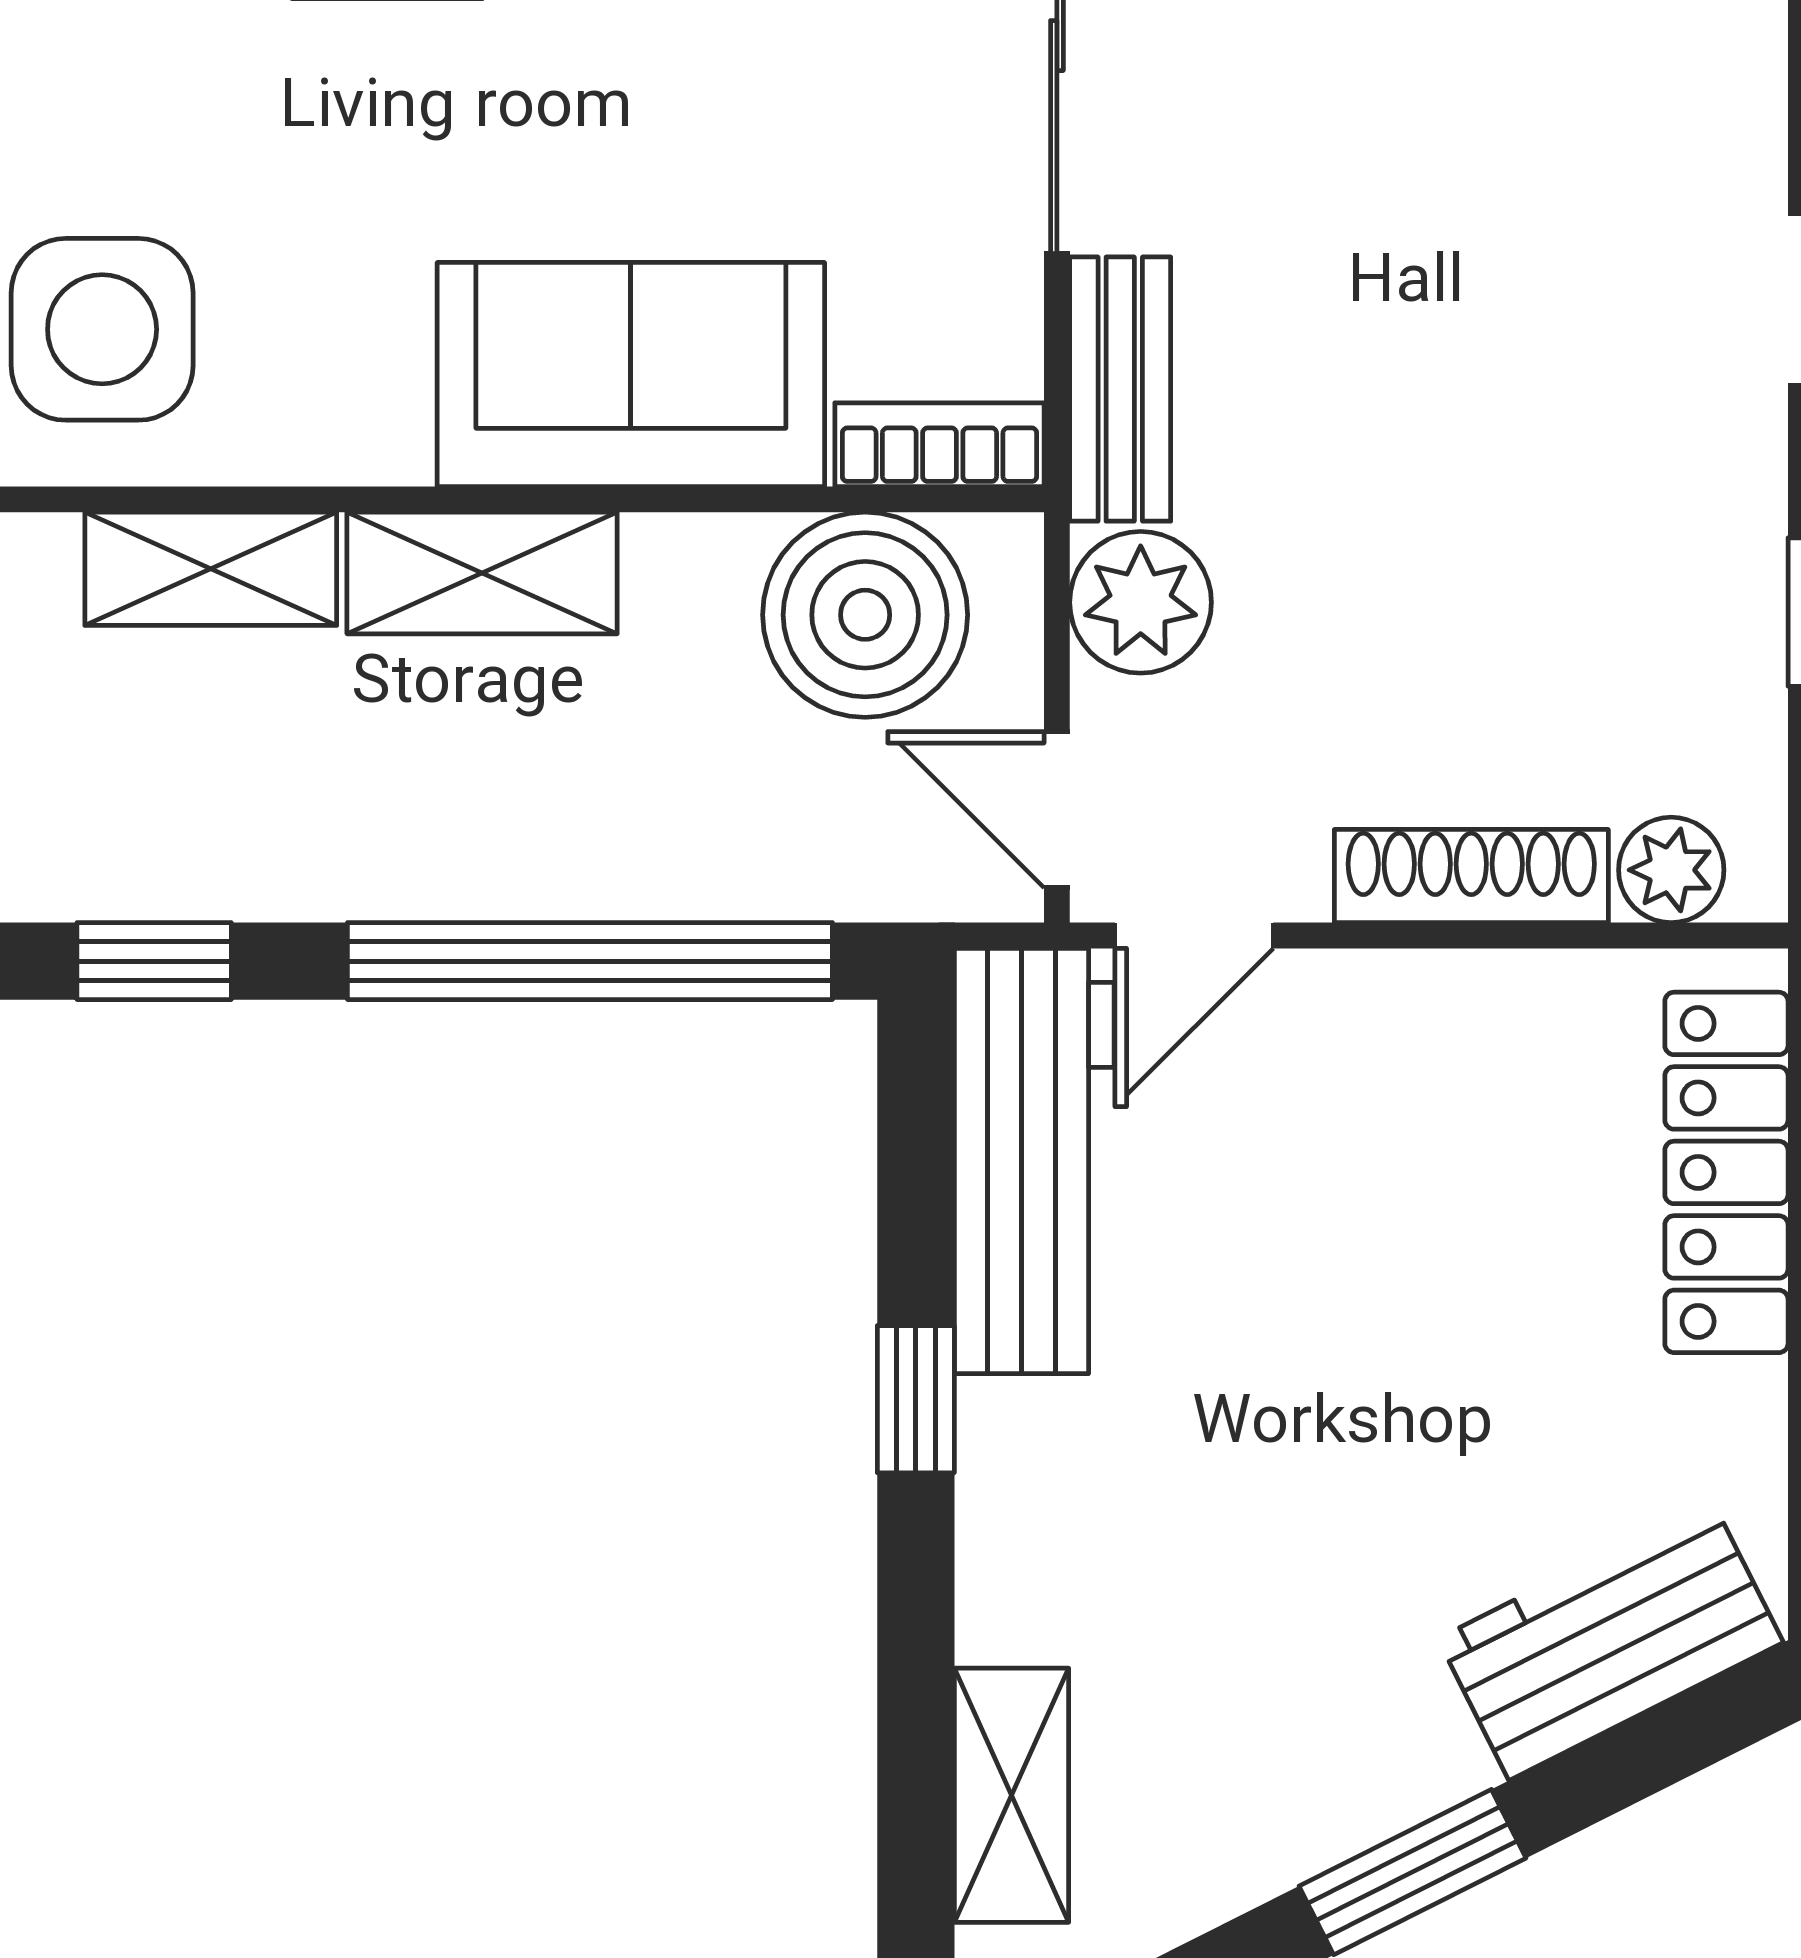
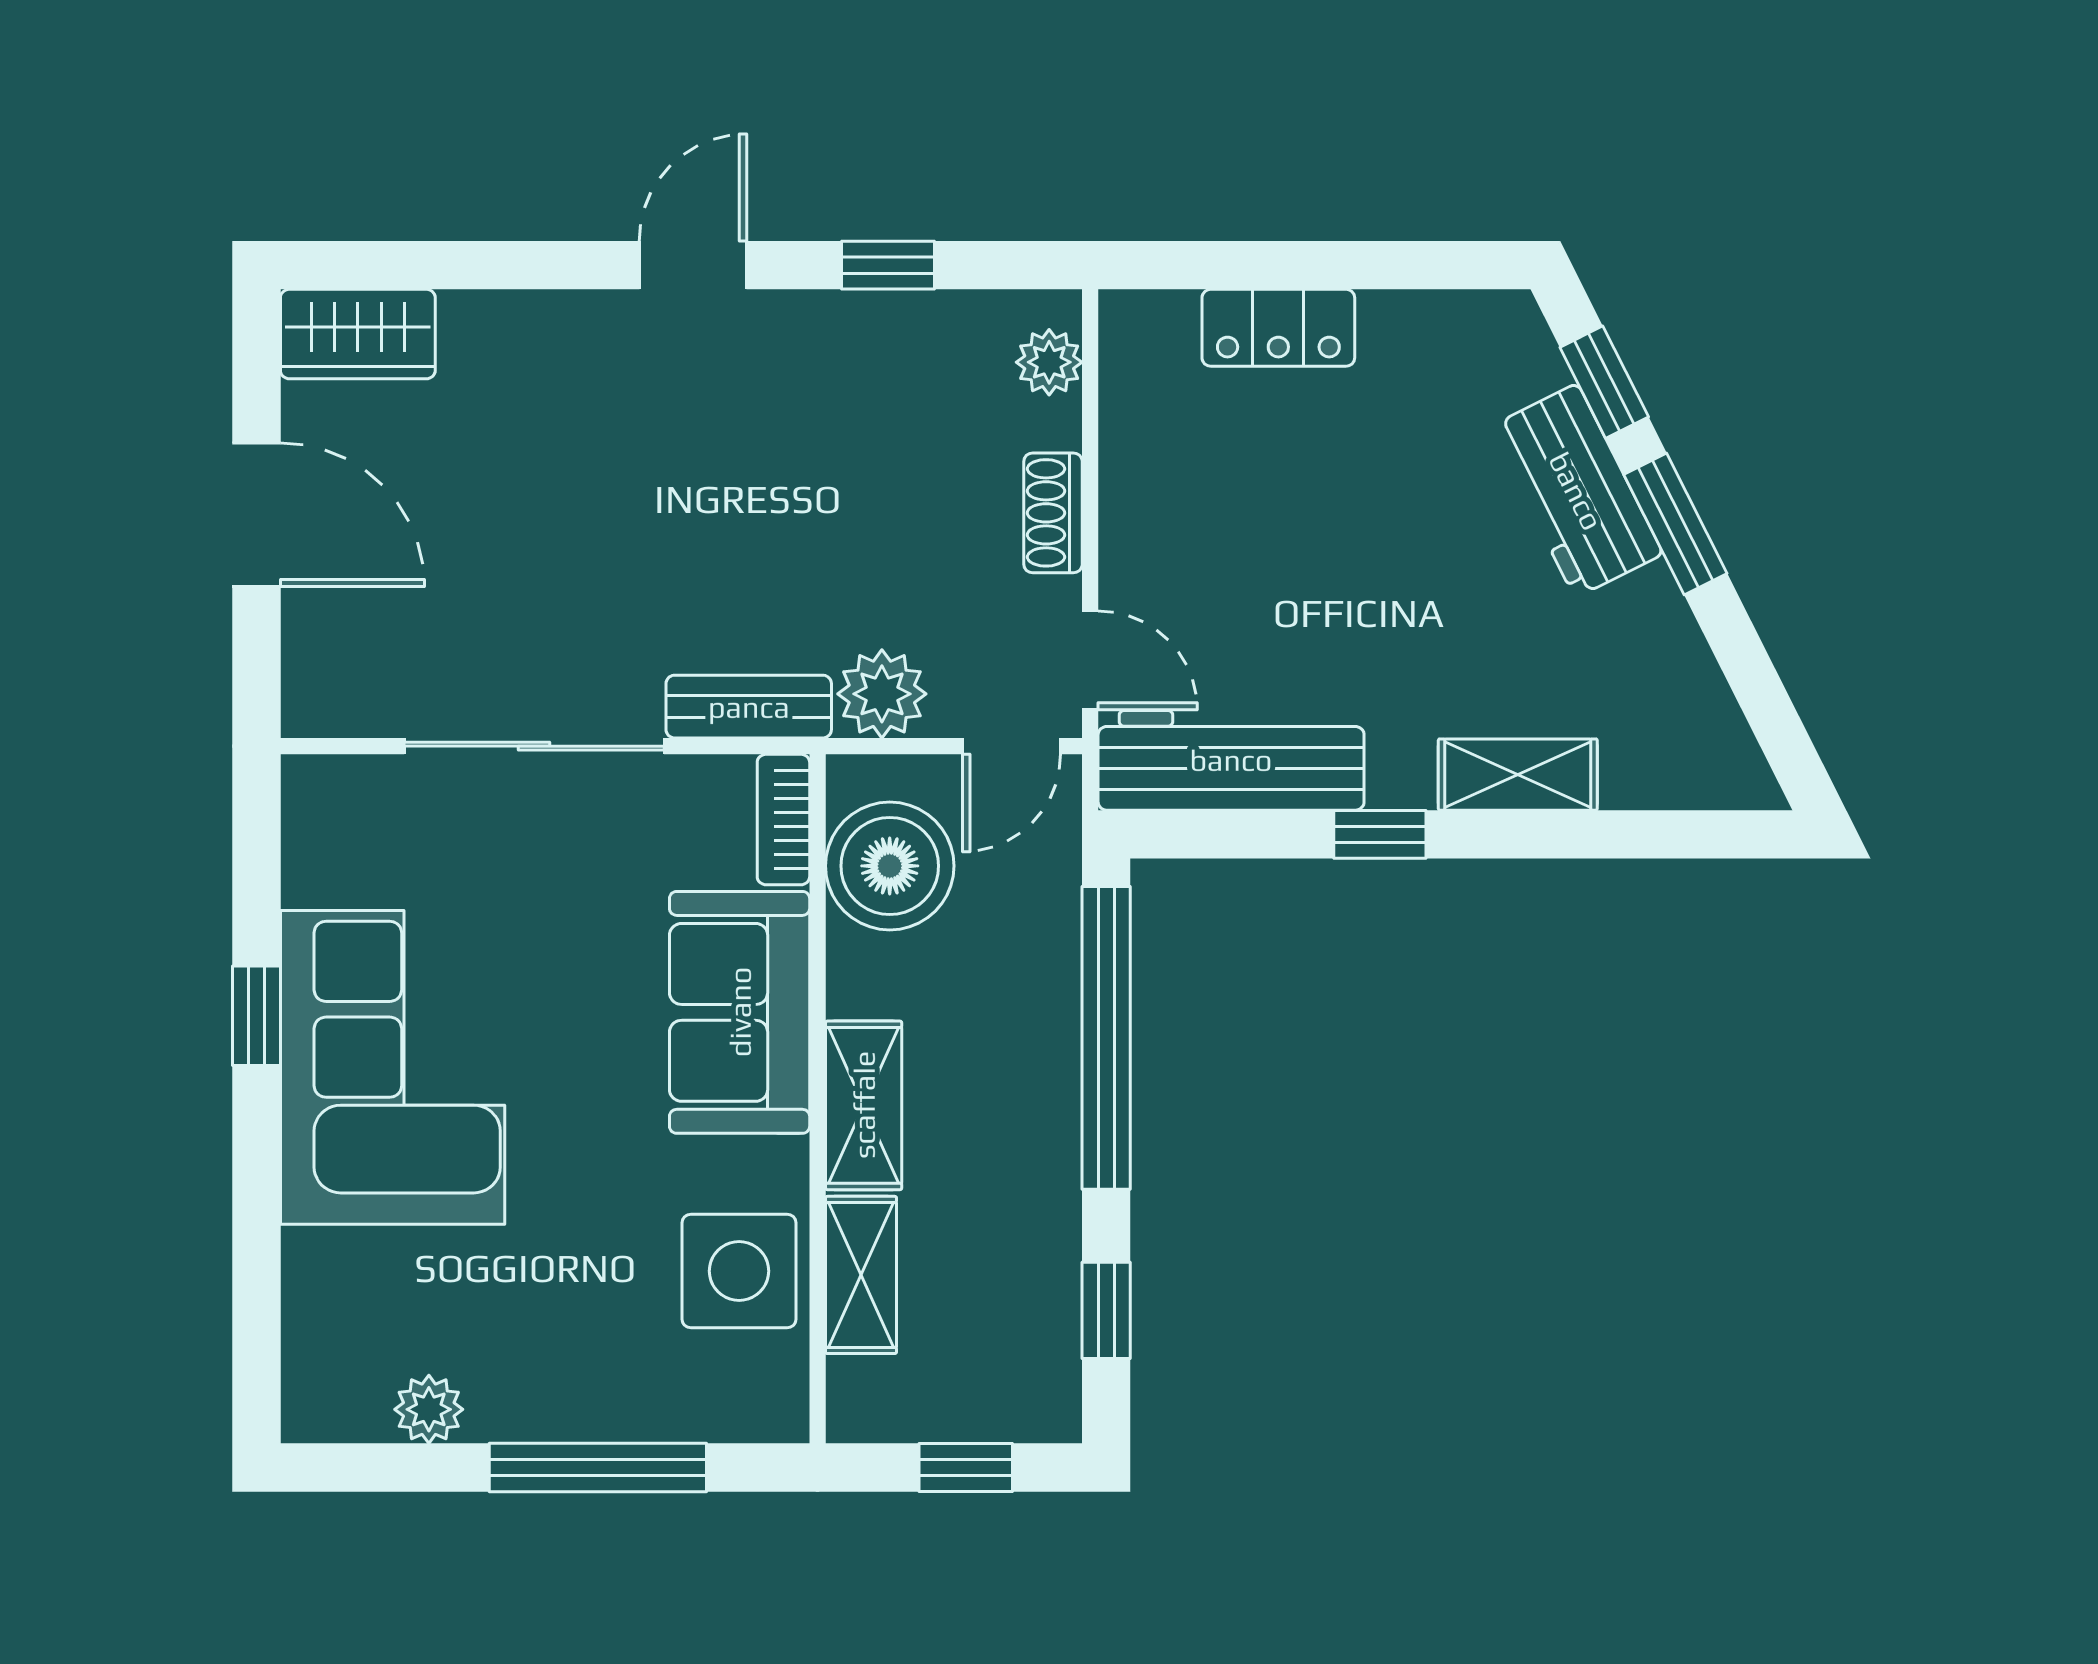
side table: (102, 329) -> (739, 1271), moved
shoe rack: (1471, 876) -> (1053, 513), width x0.70
locker: (1726, 1172) -> (1278, 328), width x0.66
workbench: (1611, 1640) -> (1576, 491), moved
window: (1639, 1758) -> (1604, 382), added
shelving: (1012, 1795) -> (1518, 775), moved

